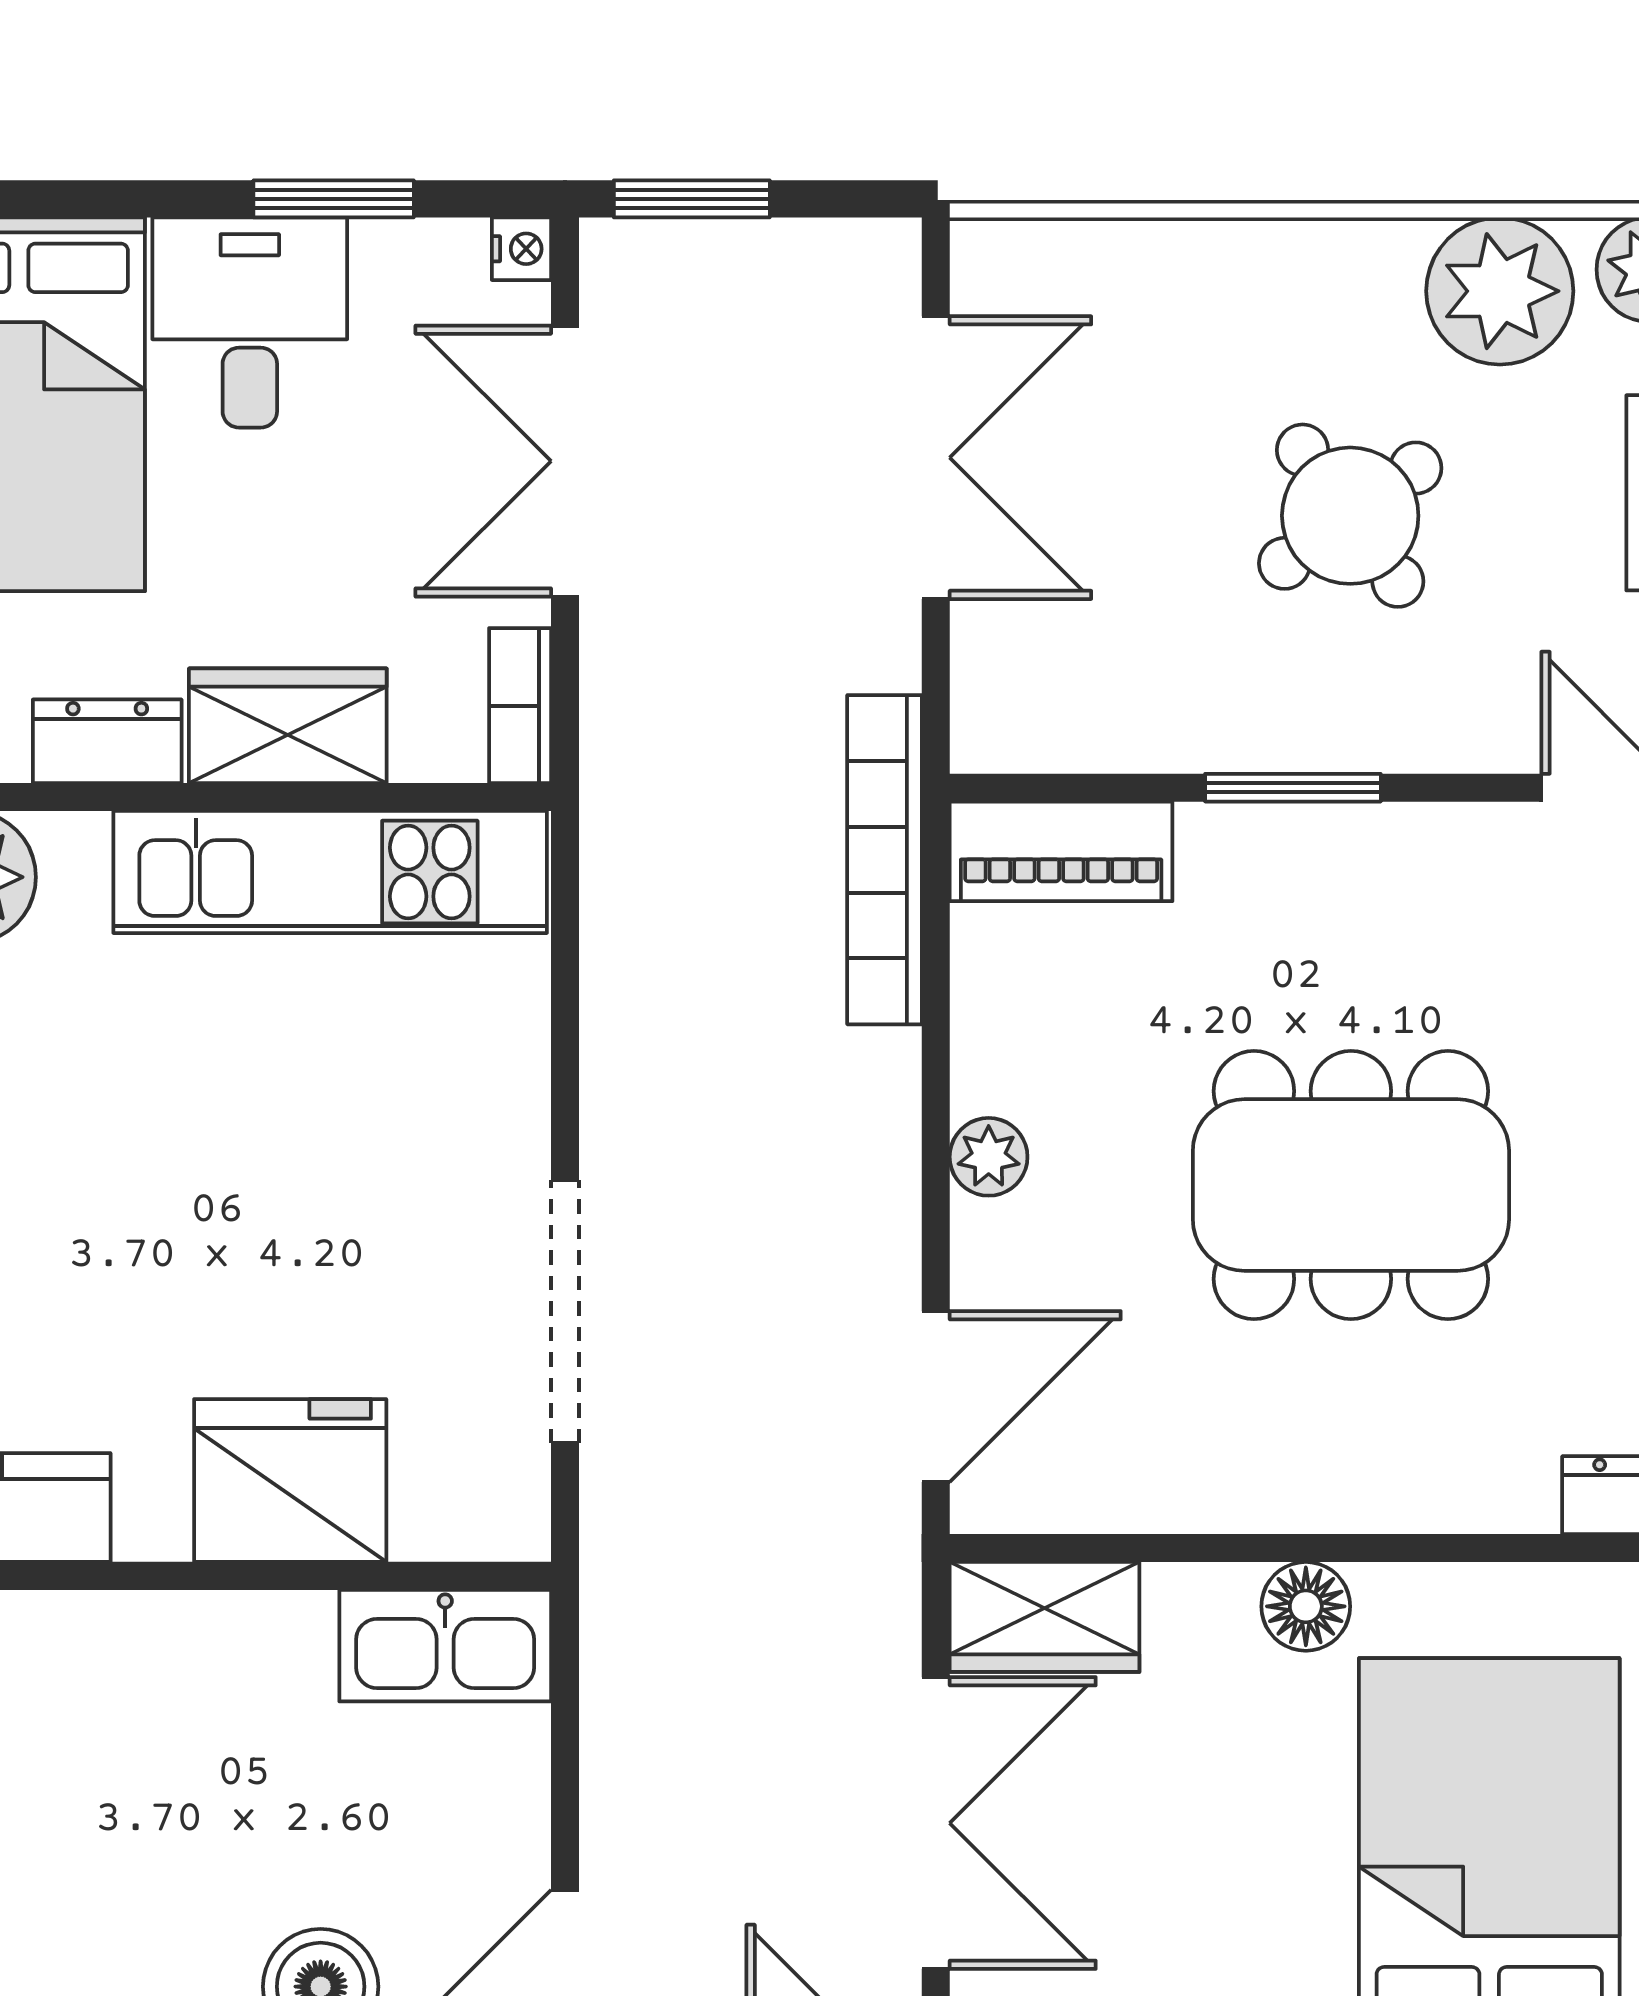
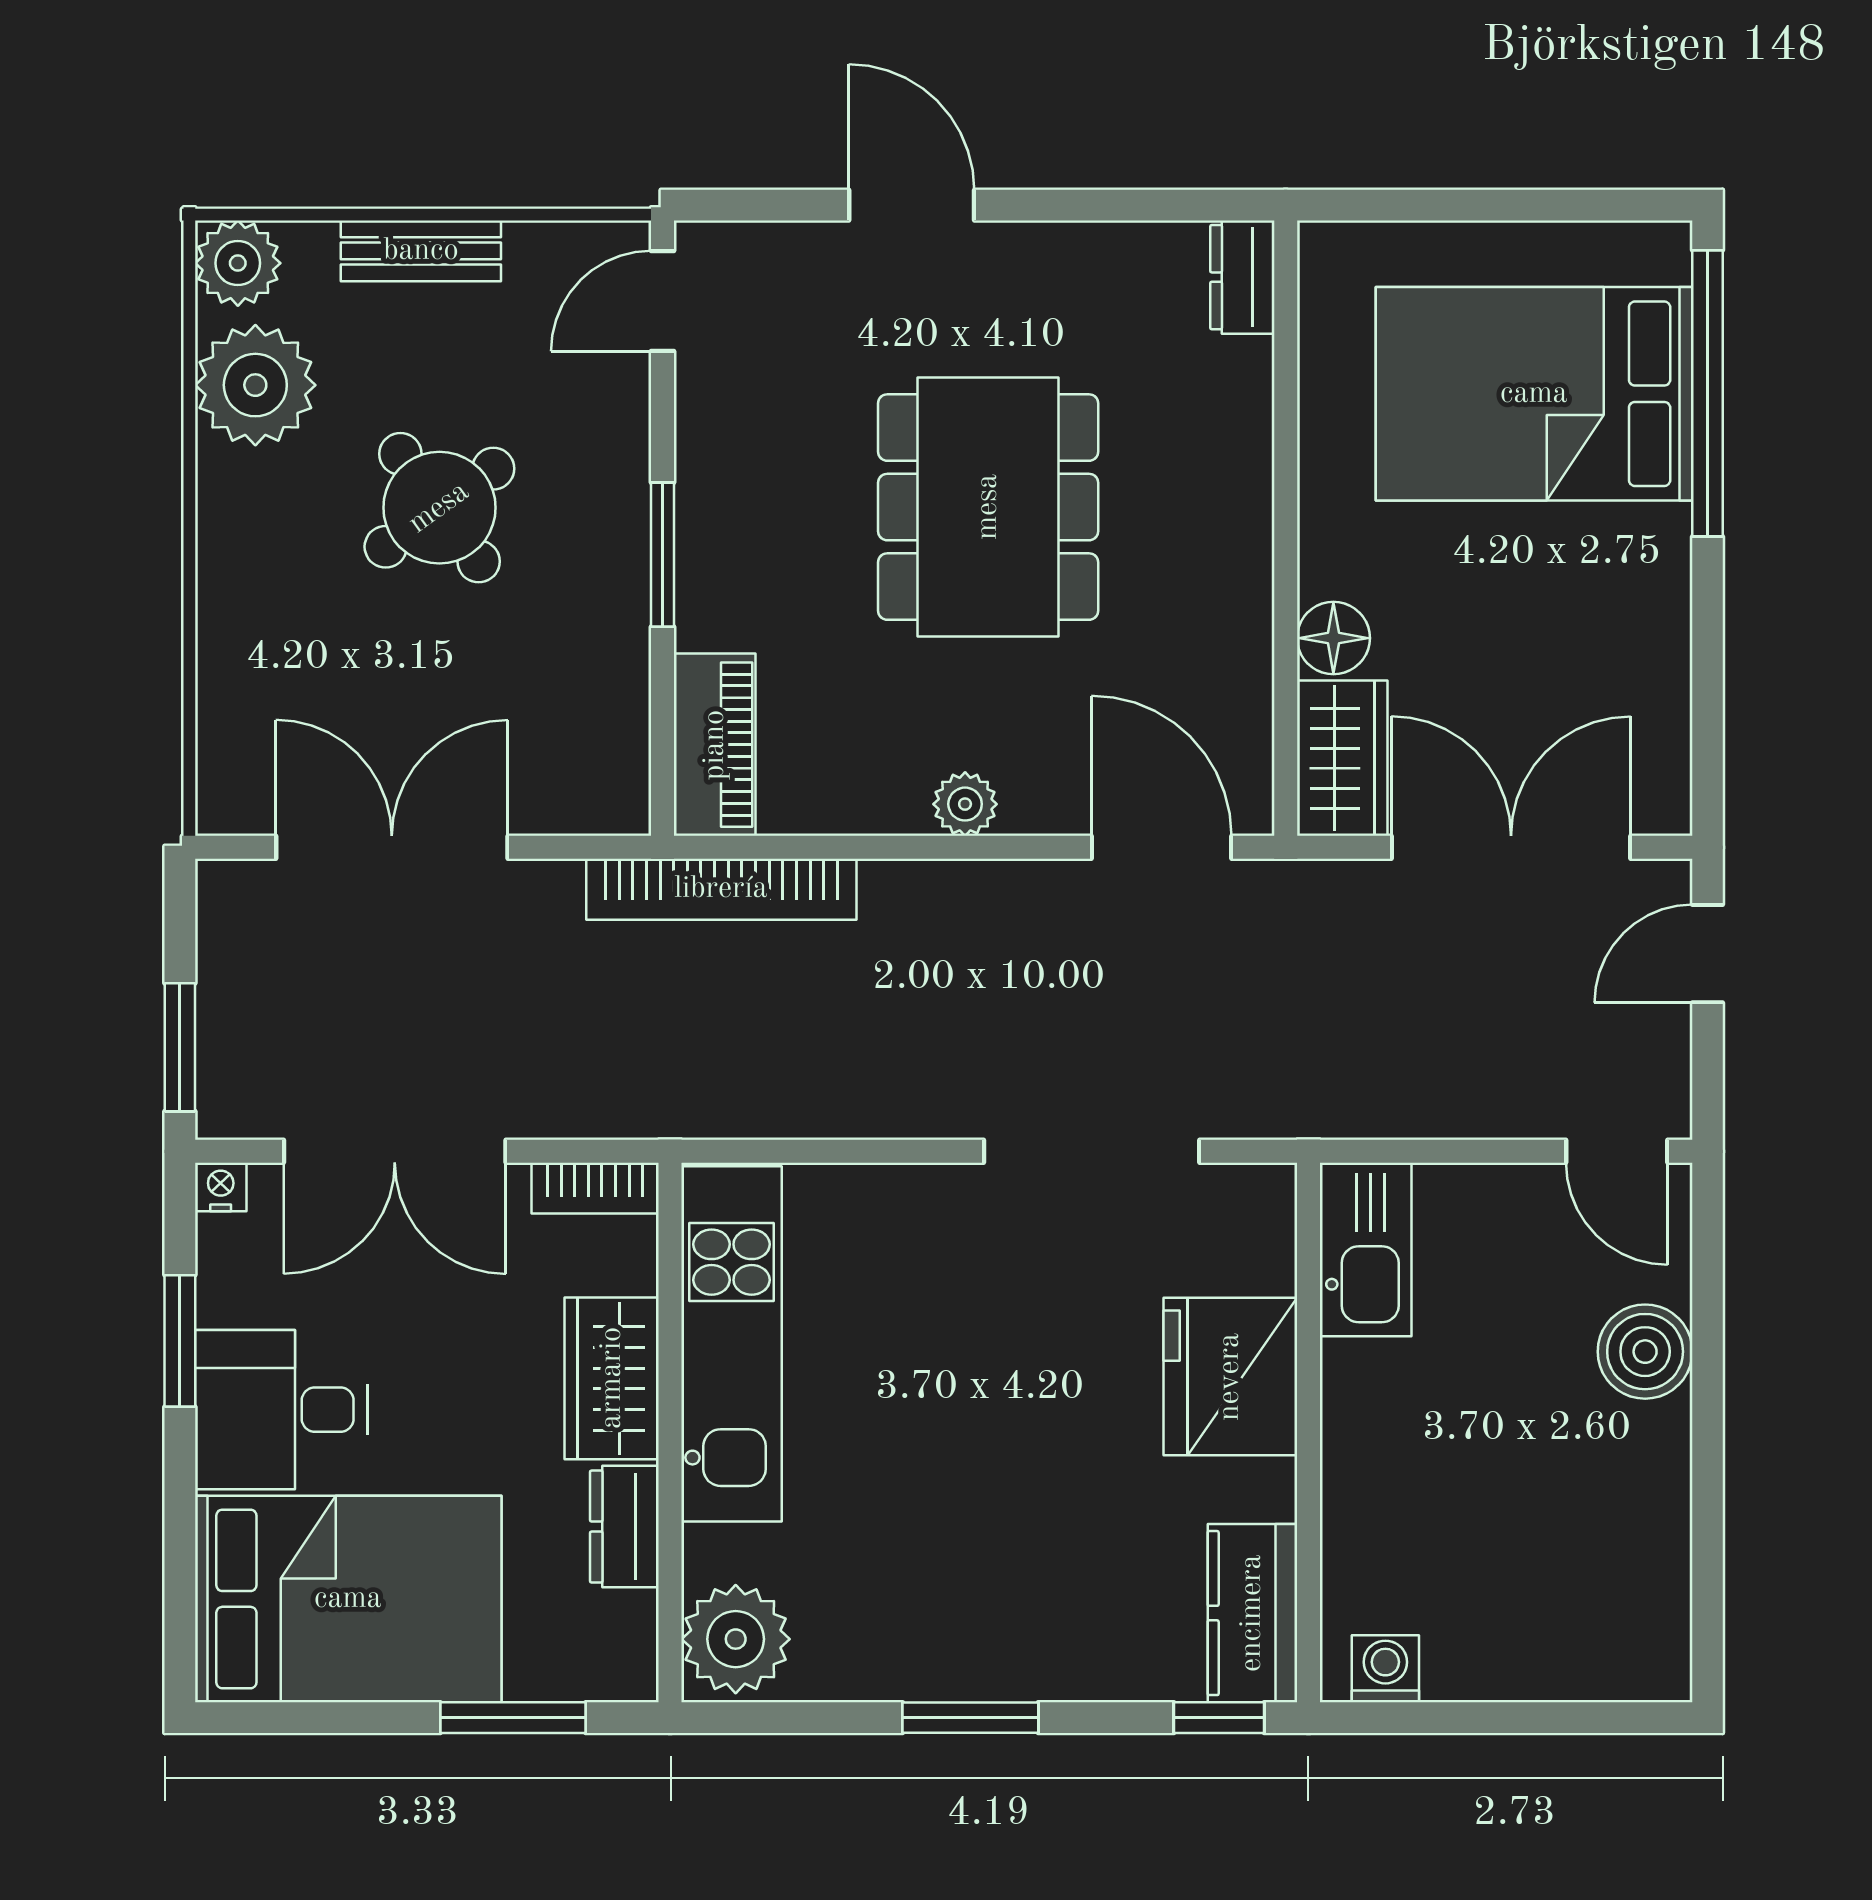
floor lamp: (1306, 1606) -> (1333, 638), moved

